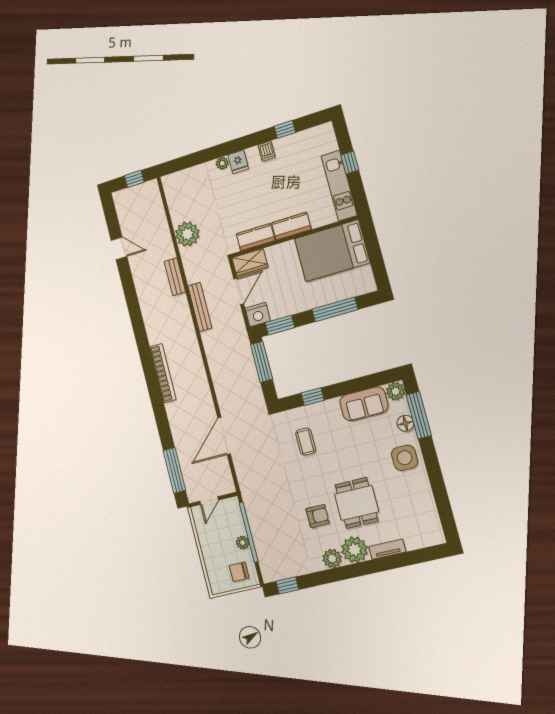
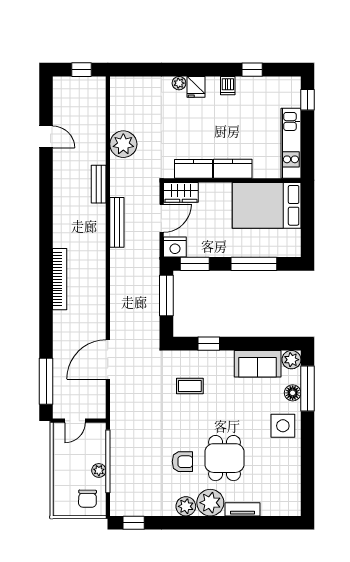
window: (350, 162) -> (307, 100), moved
coffee table: (306, 442) -> (190, 386), turned 90
chair: (239, 572) -> (87, 499), turned -89

